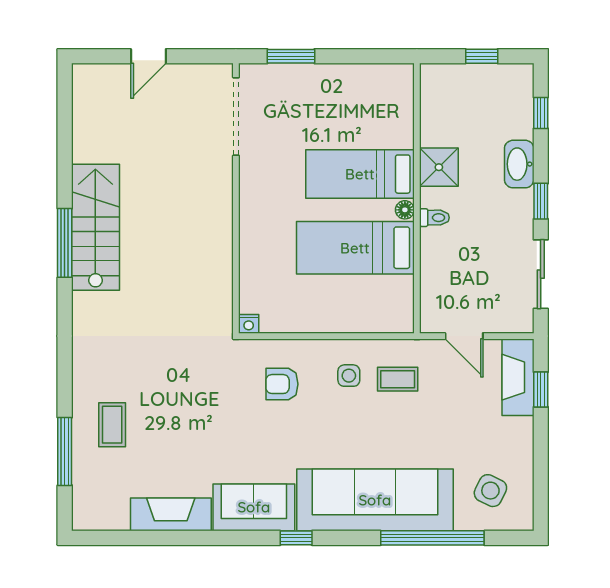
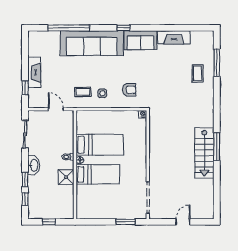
washbasin: (519, 164) -> (34, 165), moved
window: (541, 201) -> (25, 180), moved
fireplace: (518, 377) -> (34, 72), moved
side table: (490, 491) -> (45, 47), removed

